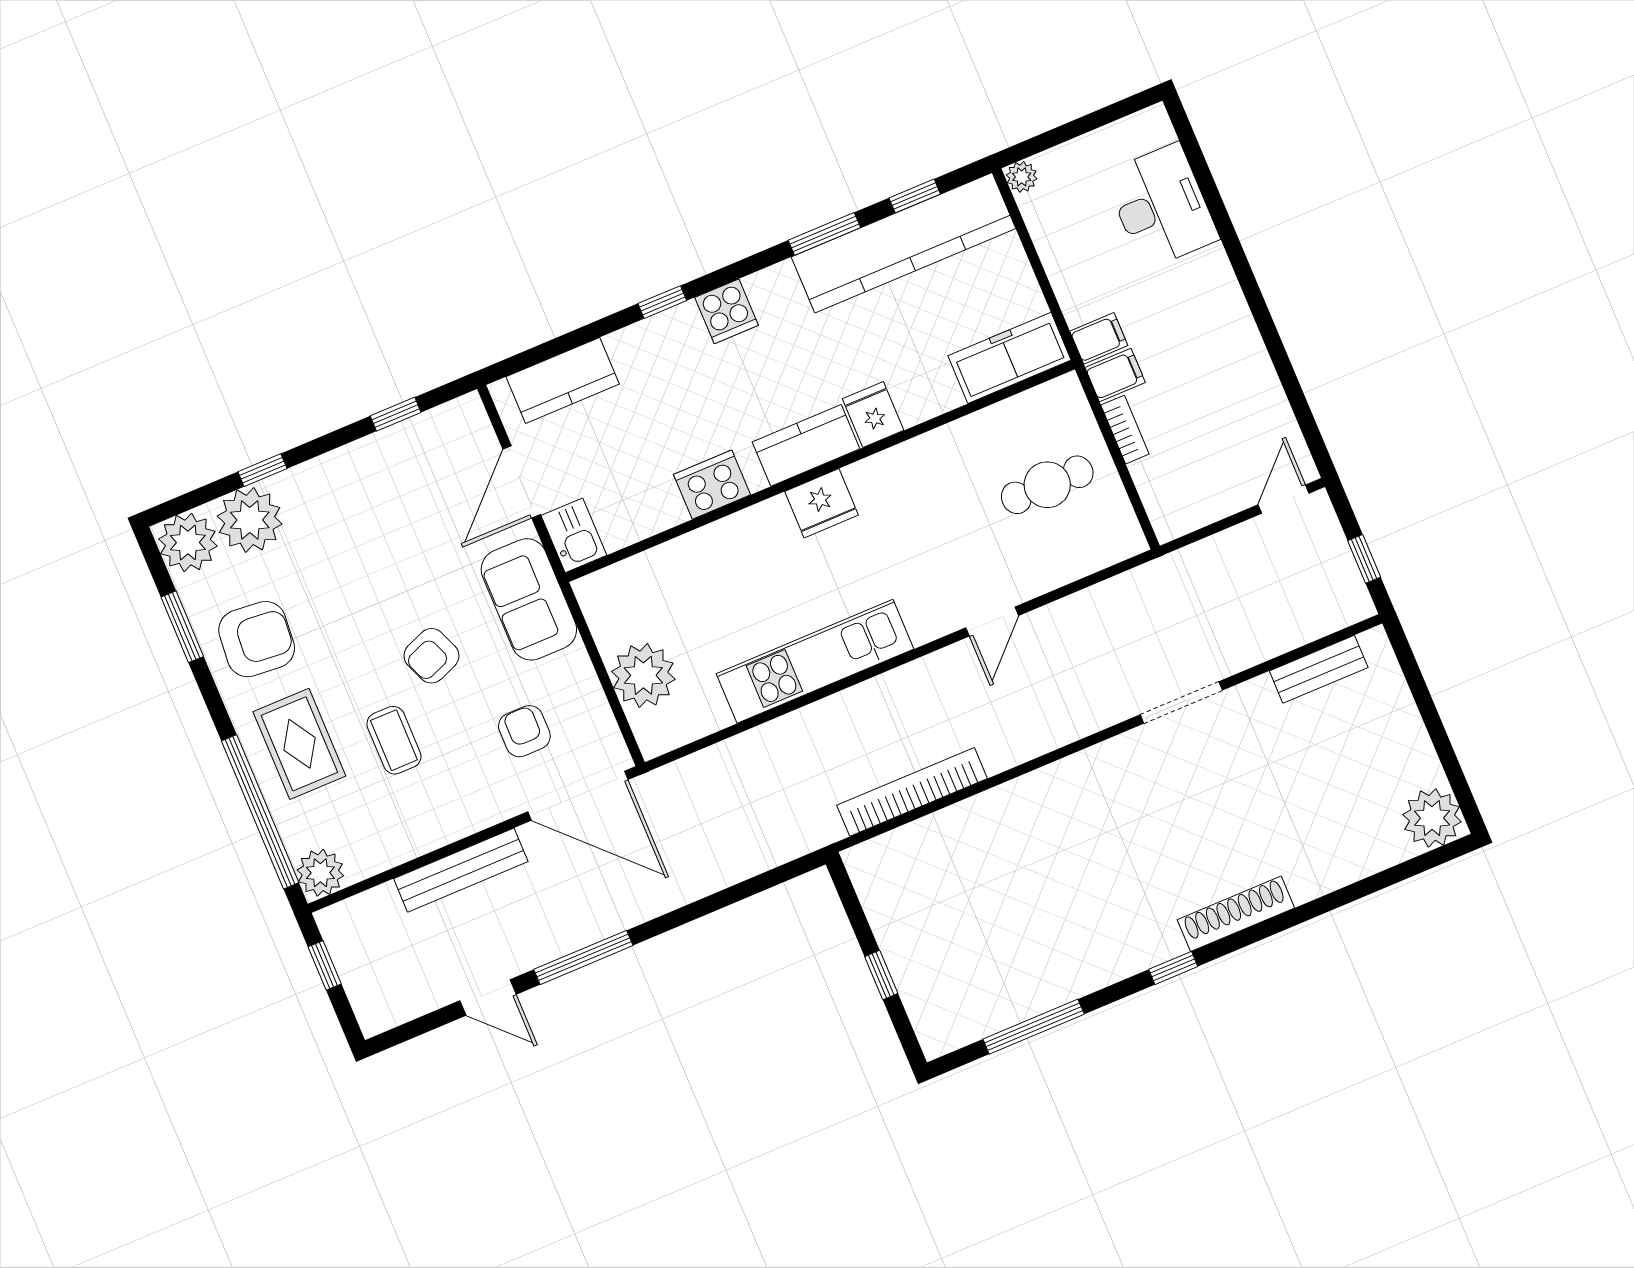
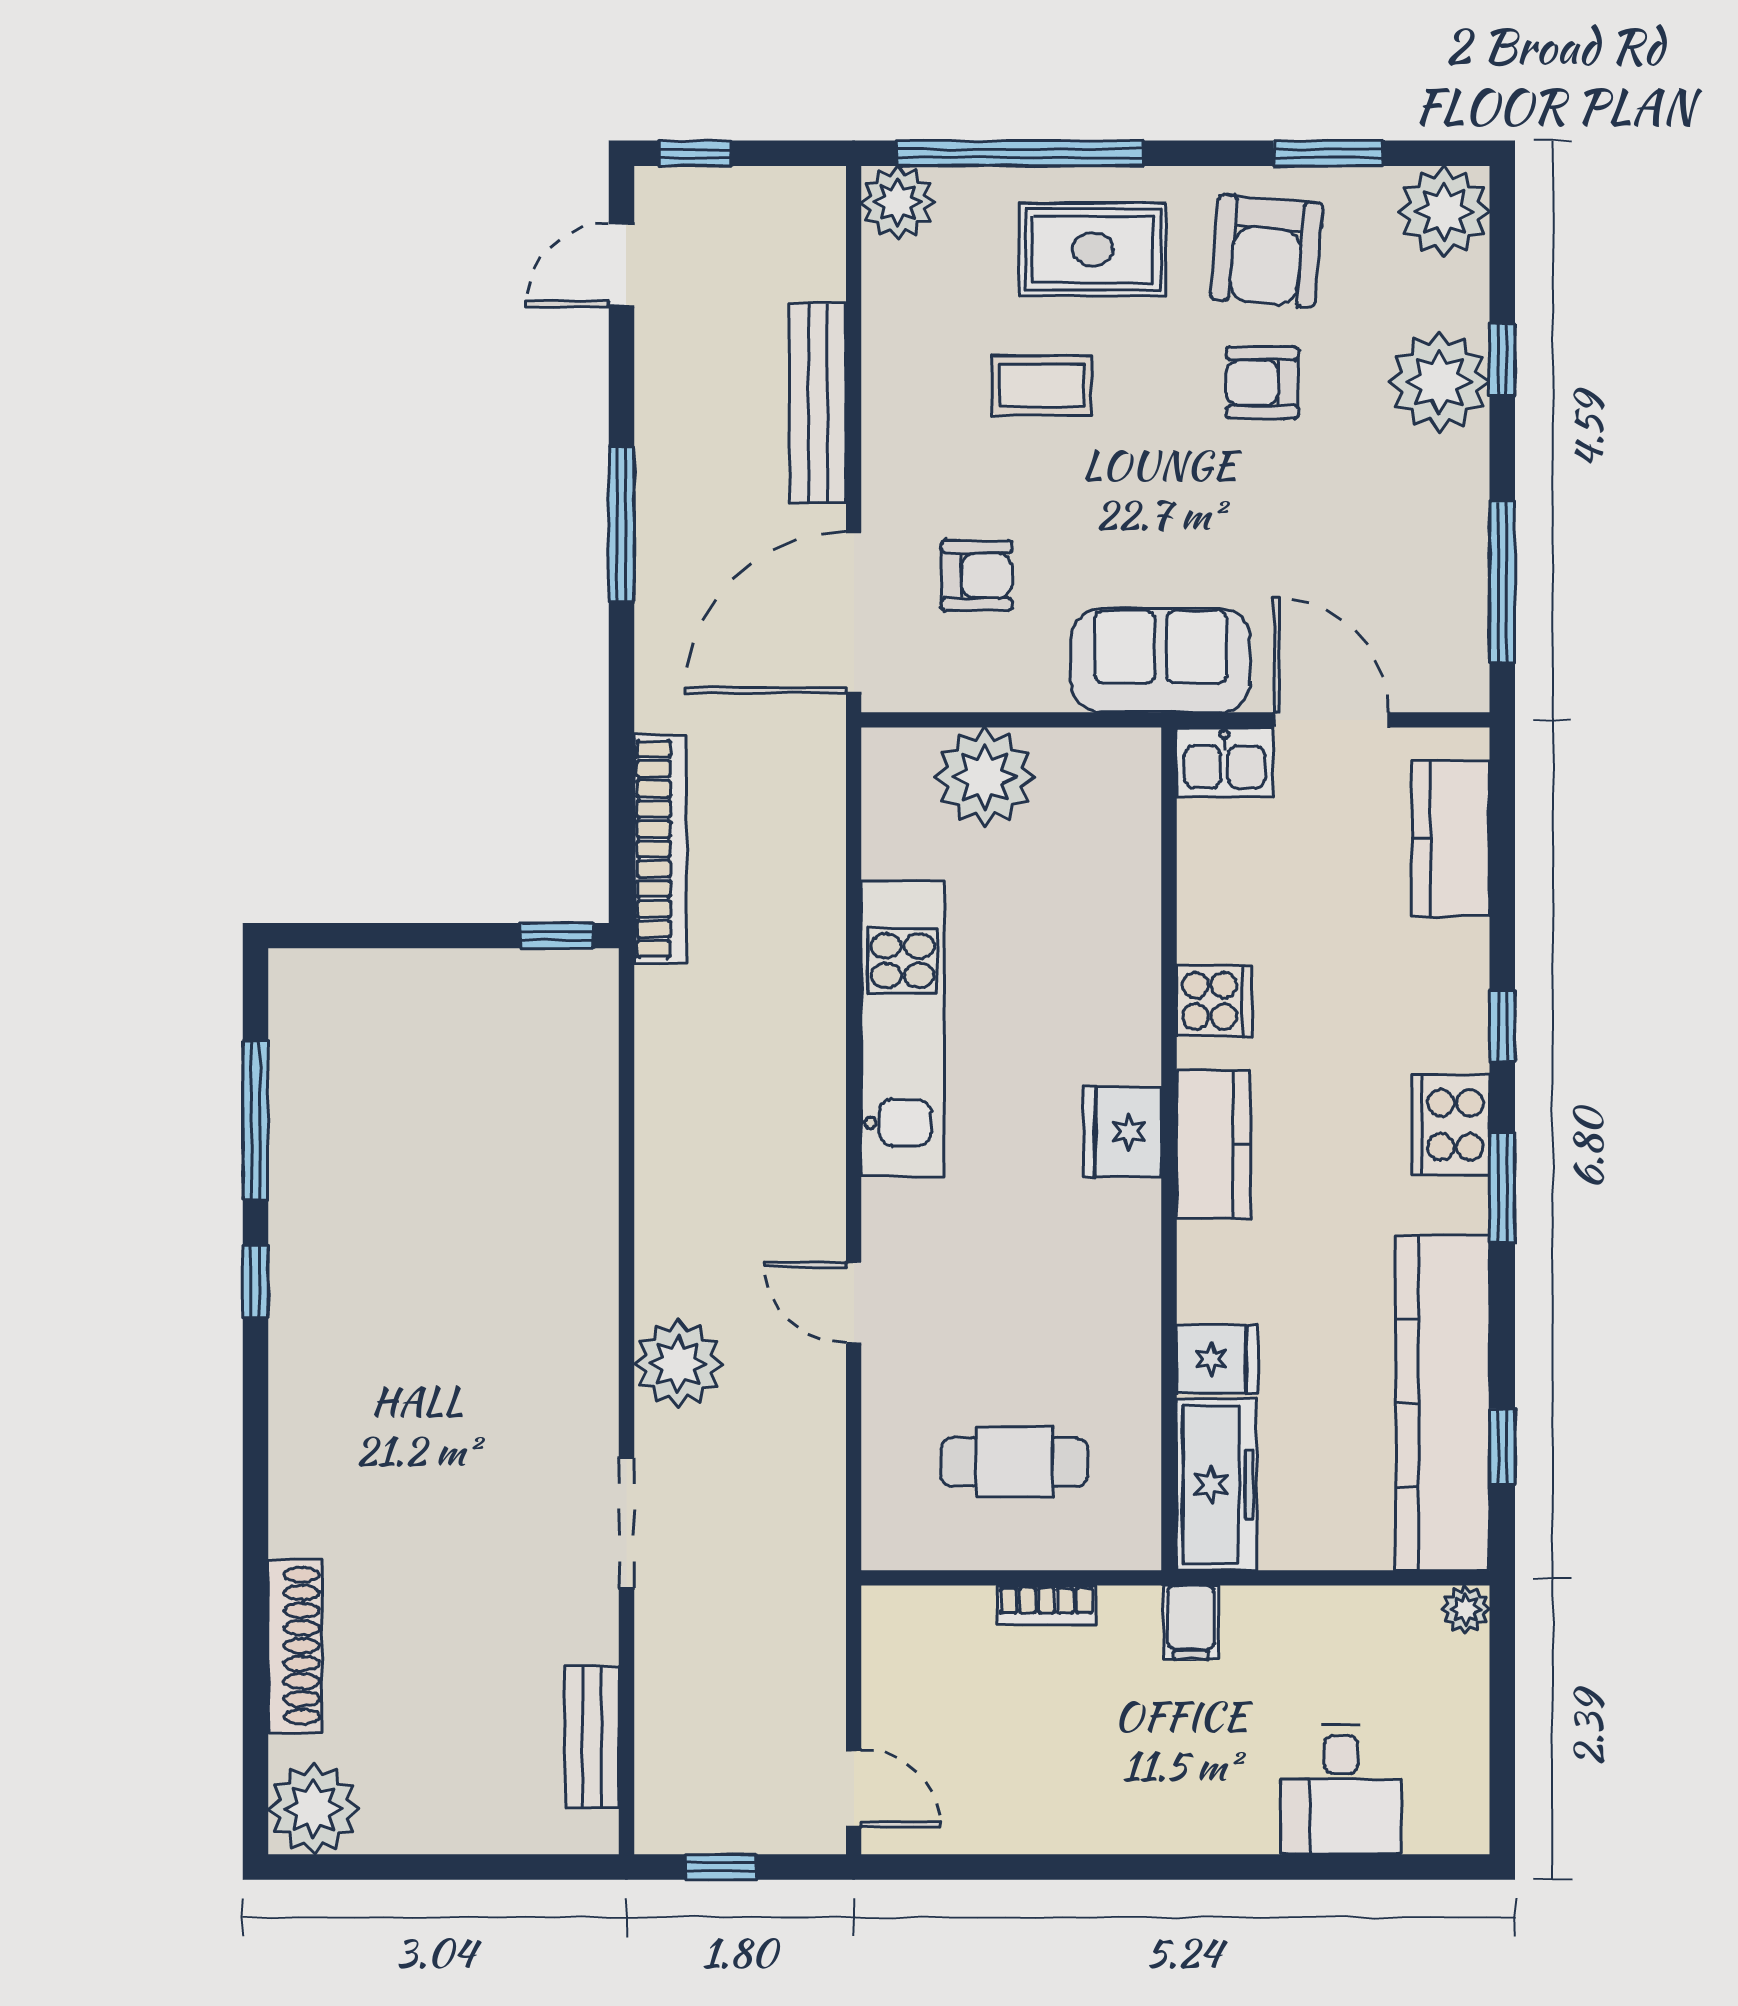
desk: (1161, 206) -> (1341, 1790), width x0.73
window: (824, 234) -> (1502, 1188), moved
cooker: (727, 311) -> (1451, 1125), width x1.36
filing cabinet: (1115, 375) -> (1129, 1624), removed
window: (396, 414) -> (1502, 582), width x2.17
fridge: (873, 415) -> (1217, 1359), moved
cooker: (712, 485) -> (1214, 1001), width x0.73
cafe table: (1047, 485) -> (1014, 1462), turned 90
plant: (250, 520) -> (1439, 382), moved
armchair: (431, 656) -> (1262, 383), moved, turned -68
plant: (1073, 711) -> (678, 1364), added
bookcase: (912, 792) -> (660, 849), moved
shoe rack: (1236, 914) -> (295, 1646), moved
window: (325, 965) -> (695, 153), moved
window: (1173, 968) -> (255, 1282), moved
window: (881, 975) -> (557, 936), moved
door: (488, 997) -> (621, 265), moved

